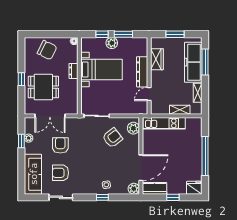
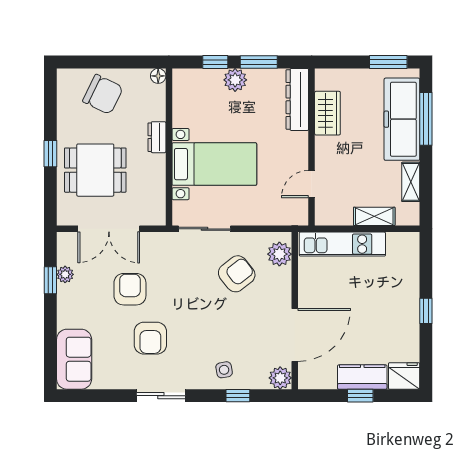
window: (175, 34) -> (388, 62), moved
bed with nightstands: (102, 70) -> (214, 164), moved
dresser: (142, 72) -> (297, 99), moved
window: (205, 156) -> (426, 311), width x0.32
armchair: (60, 173) -> (150, 338), moved, turned -90
sofa: (33, 174) -> (74, 359), width x0.73
kitchen counter: (154, 188) -> (362, 377), moved
sliding door: (61, 197) -> (161, 396), moved
window: (102, 197) -> (238, 396), moved

